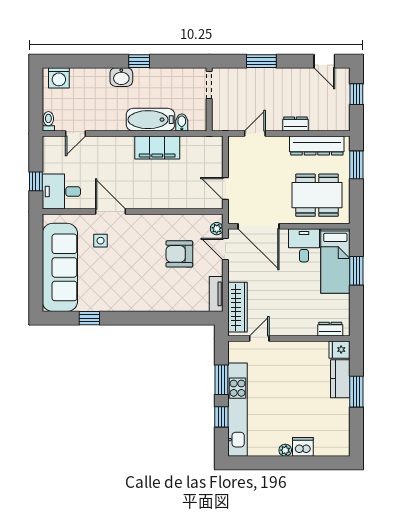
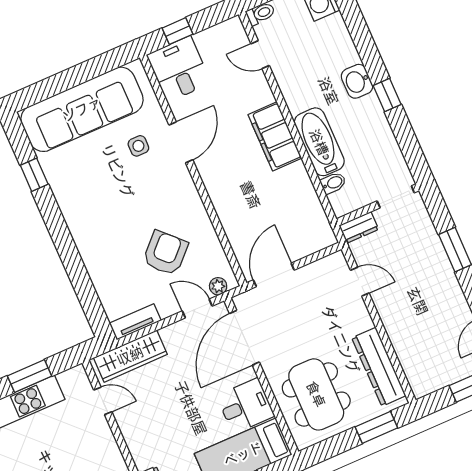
dresser: (295, 124) -> (359, 227), moved, turned 90
filing cabinet: (157, 147) -> (275, 136), moved
door: (225, 189) -> (274, 275), width x1.37
door: (225, 249) -> (197, 308), hinge flipped
armchair: (179, 254) -> (165, 253), turned 45

